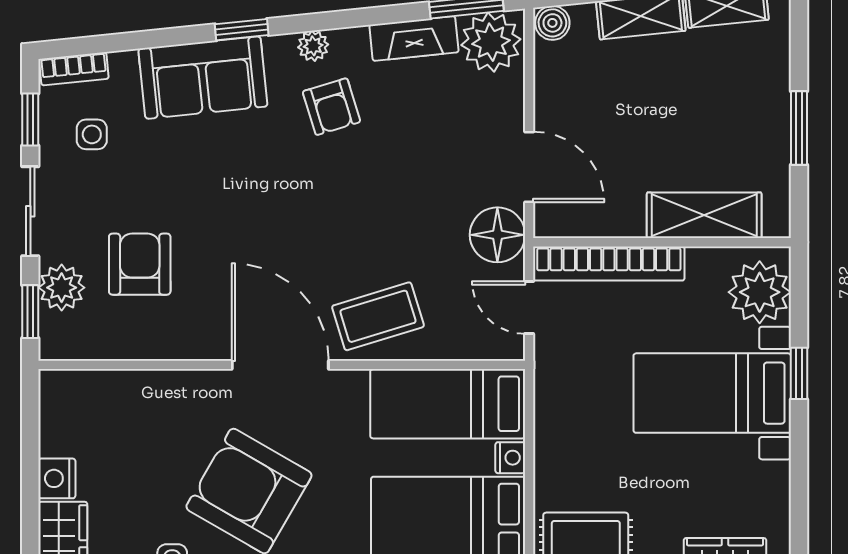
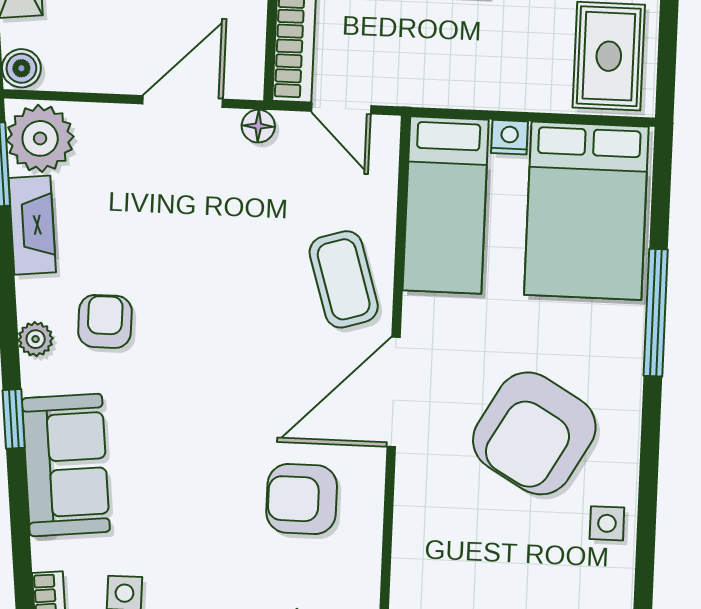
armchair: (332, 107) -> (105, 321), turned -73
floor lamp: (497, 235) -> (258, 126), width x0.53, depth x0.53
armchair: (140, 264) -> (302, 499), moved
door: (529, 308) -> (341, 109), hinge flipped

